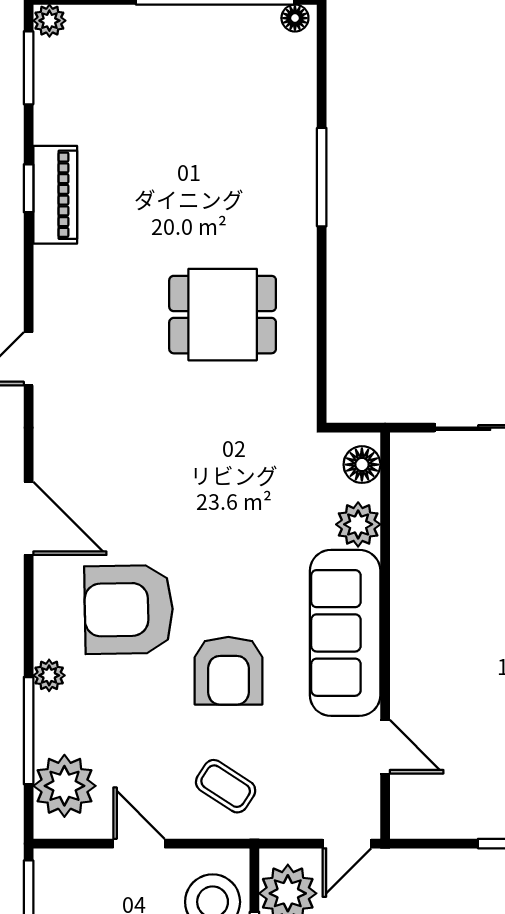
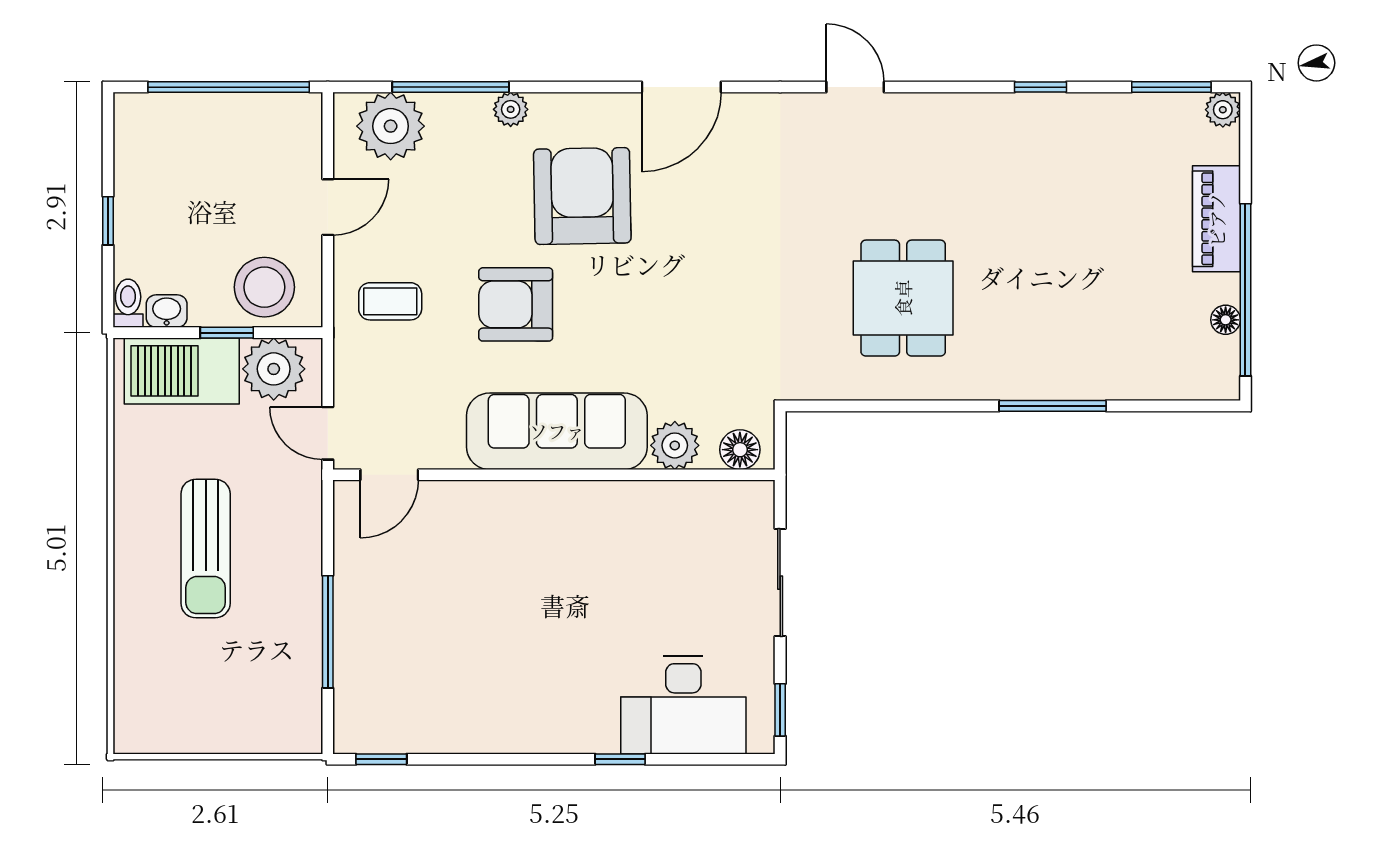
floor lamp: (295, 18) -> (1226, 320), moved
piano: (55, 195) -> (1217, 219), moved, turned 90
door: (385, 747) -> (389, 475), moved
coffee table: (226, 786) -> (390, 301), turned 57

